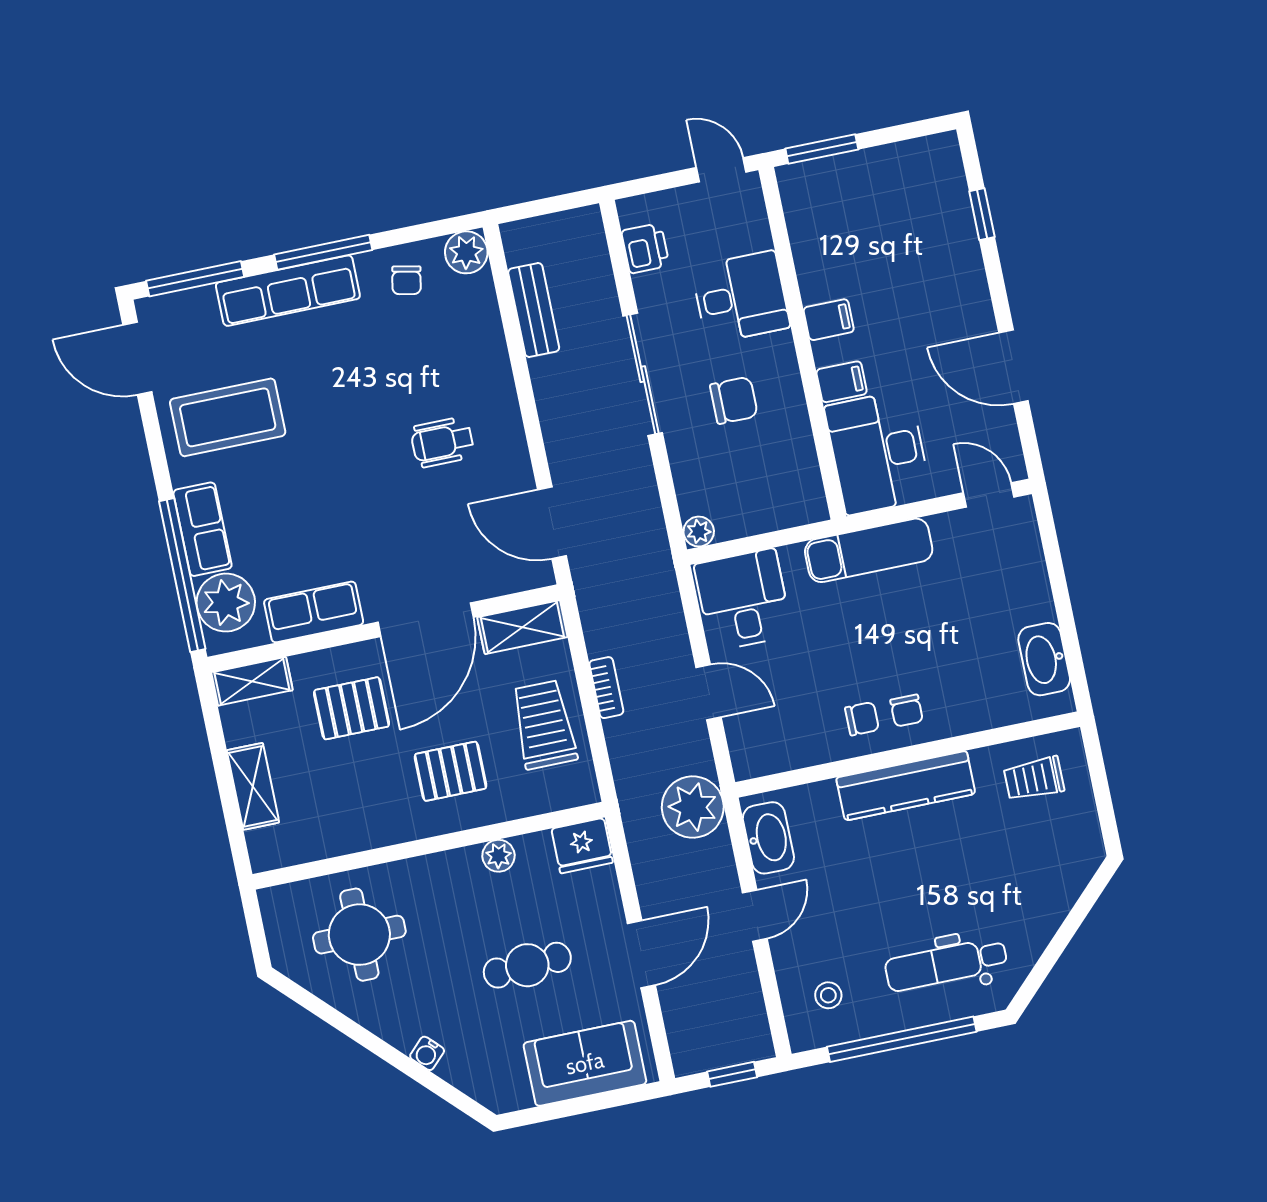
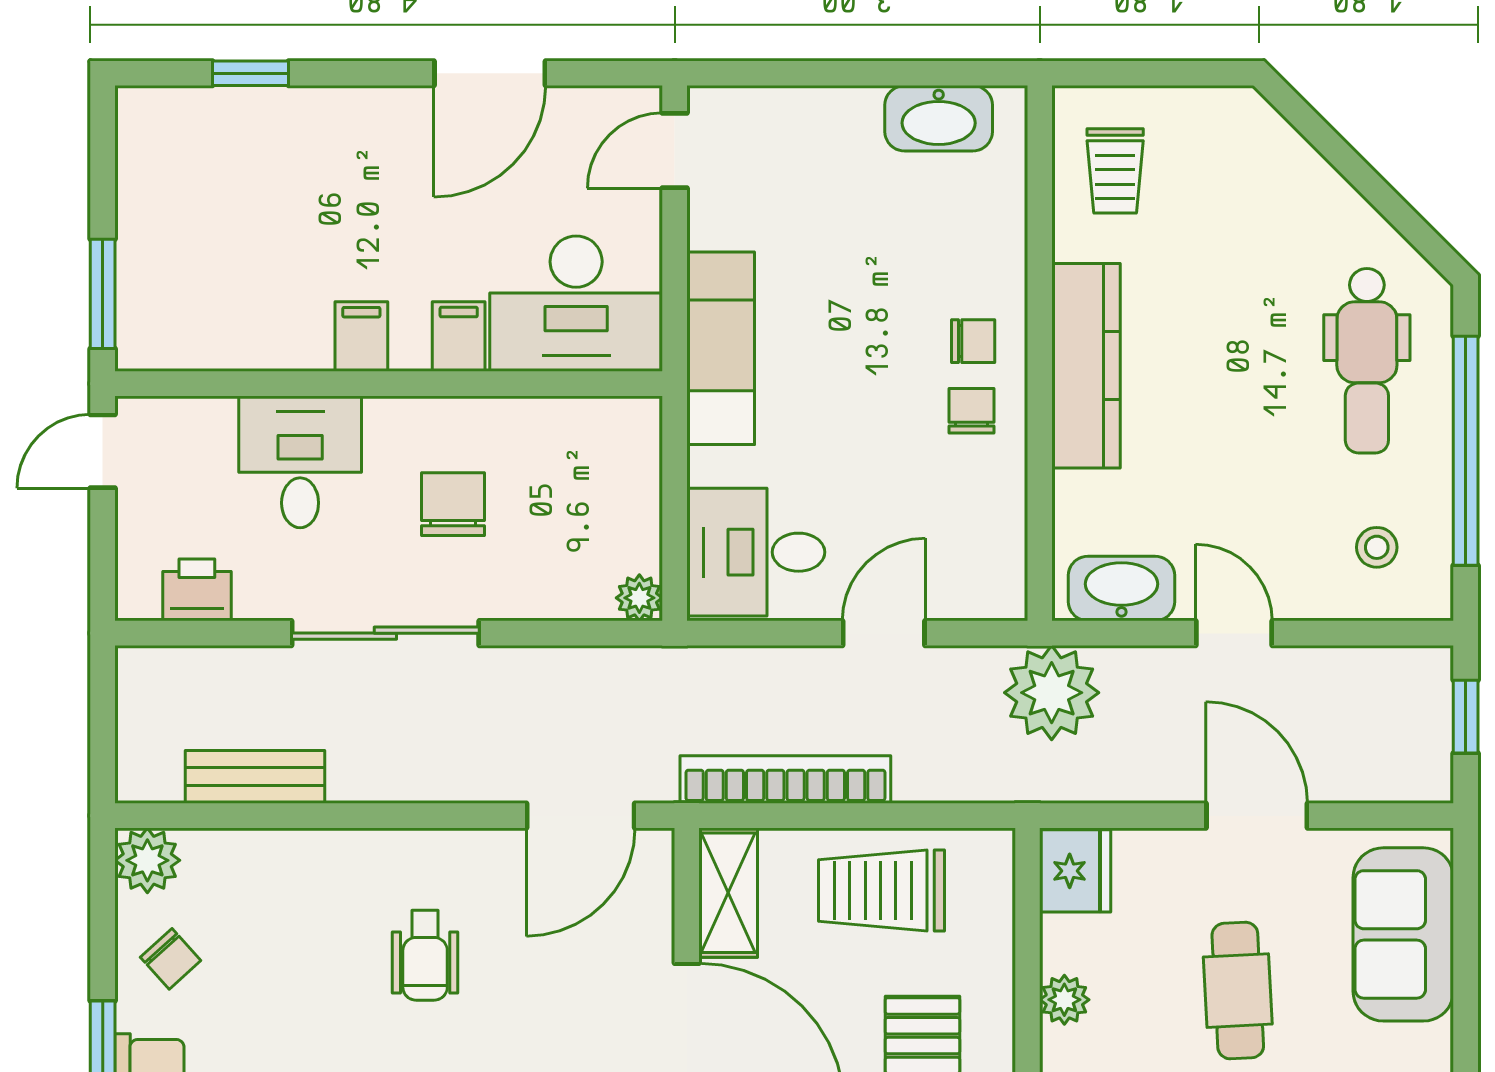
chair: (406, 280) -> (171, 959), turned 37
bookcase: (606, 688) -> (785, 780), width x2.31, depth x1.31

